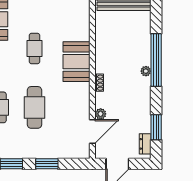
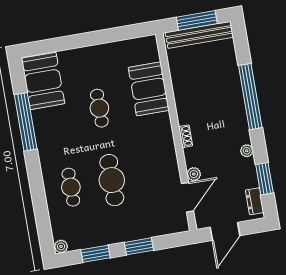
booth: (76, 62) -> (149, 89), moved
plant: (146, 71) -> (247, 151), moved

